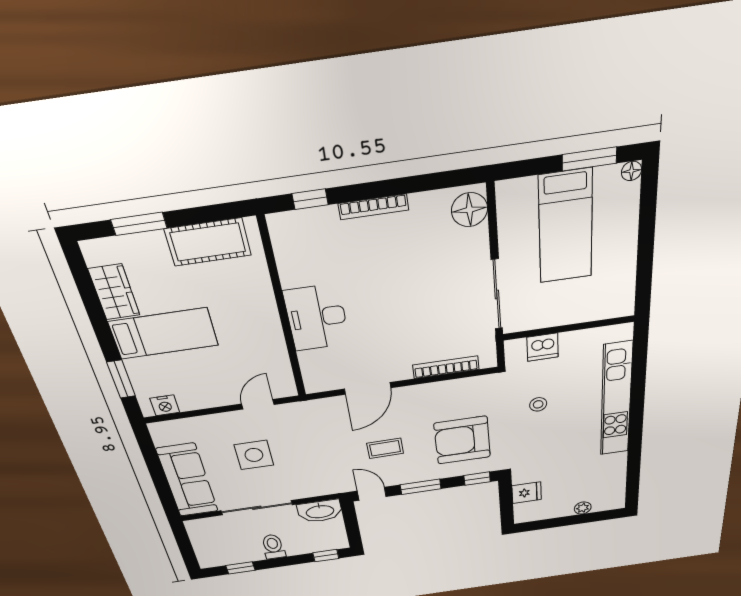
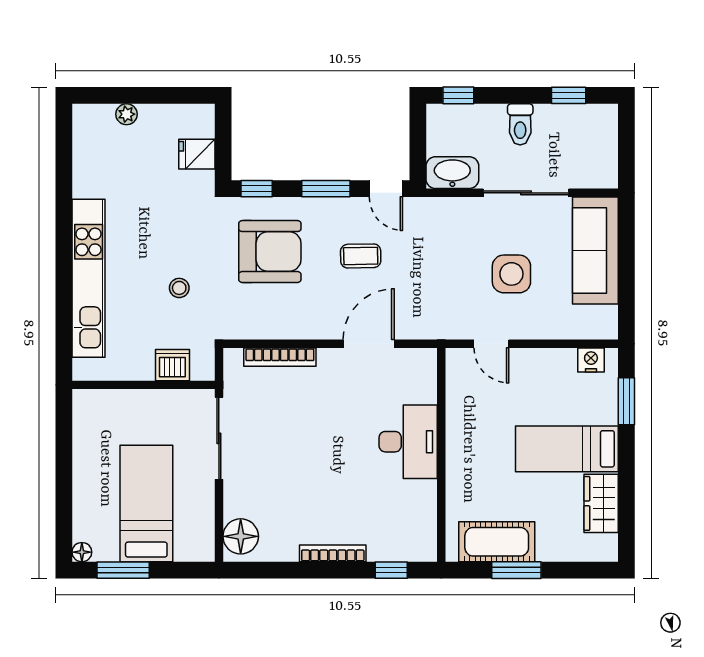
window: (139, 224) -> (516, 570), moved
door: (258, 404) -> (491, 344), hinge flipped

